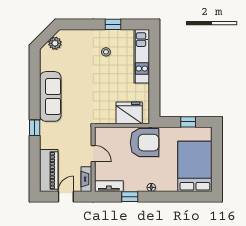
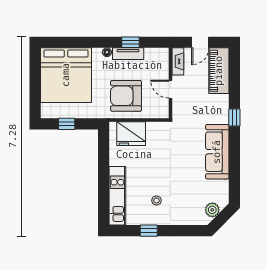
armchair: (144, 143) -> (126, 96), moved
bed: (195, 166) -> (66, 75), width x1.36
tv unit: (109, 186) -> (128, 54), moved

